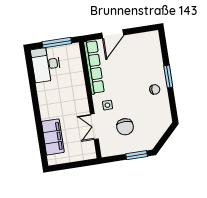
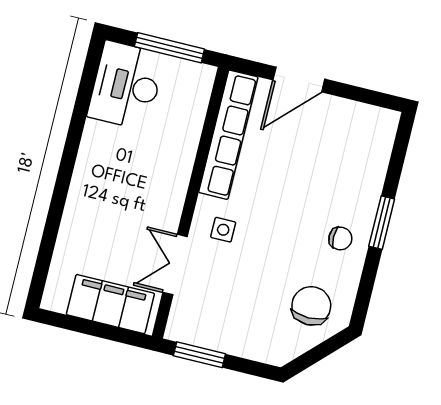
chair: (125, 127) -> (311, 306), moved, turned 180
filing cabinet: (53, 137) -> (110, 304), moved, turned -90
window: (137, 155) -> (199, 355), moved

